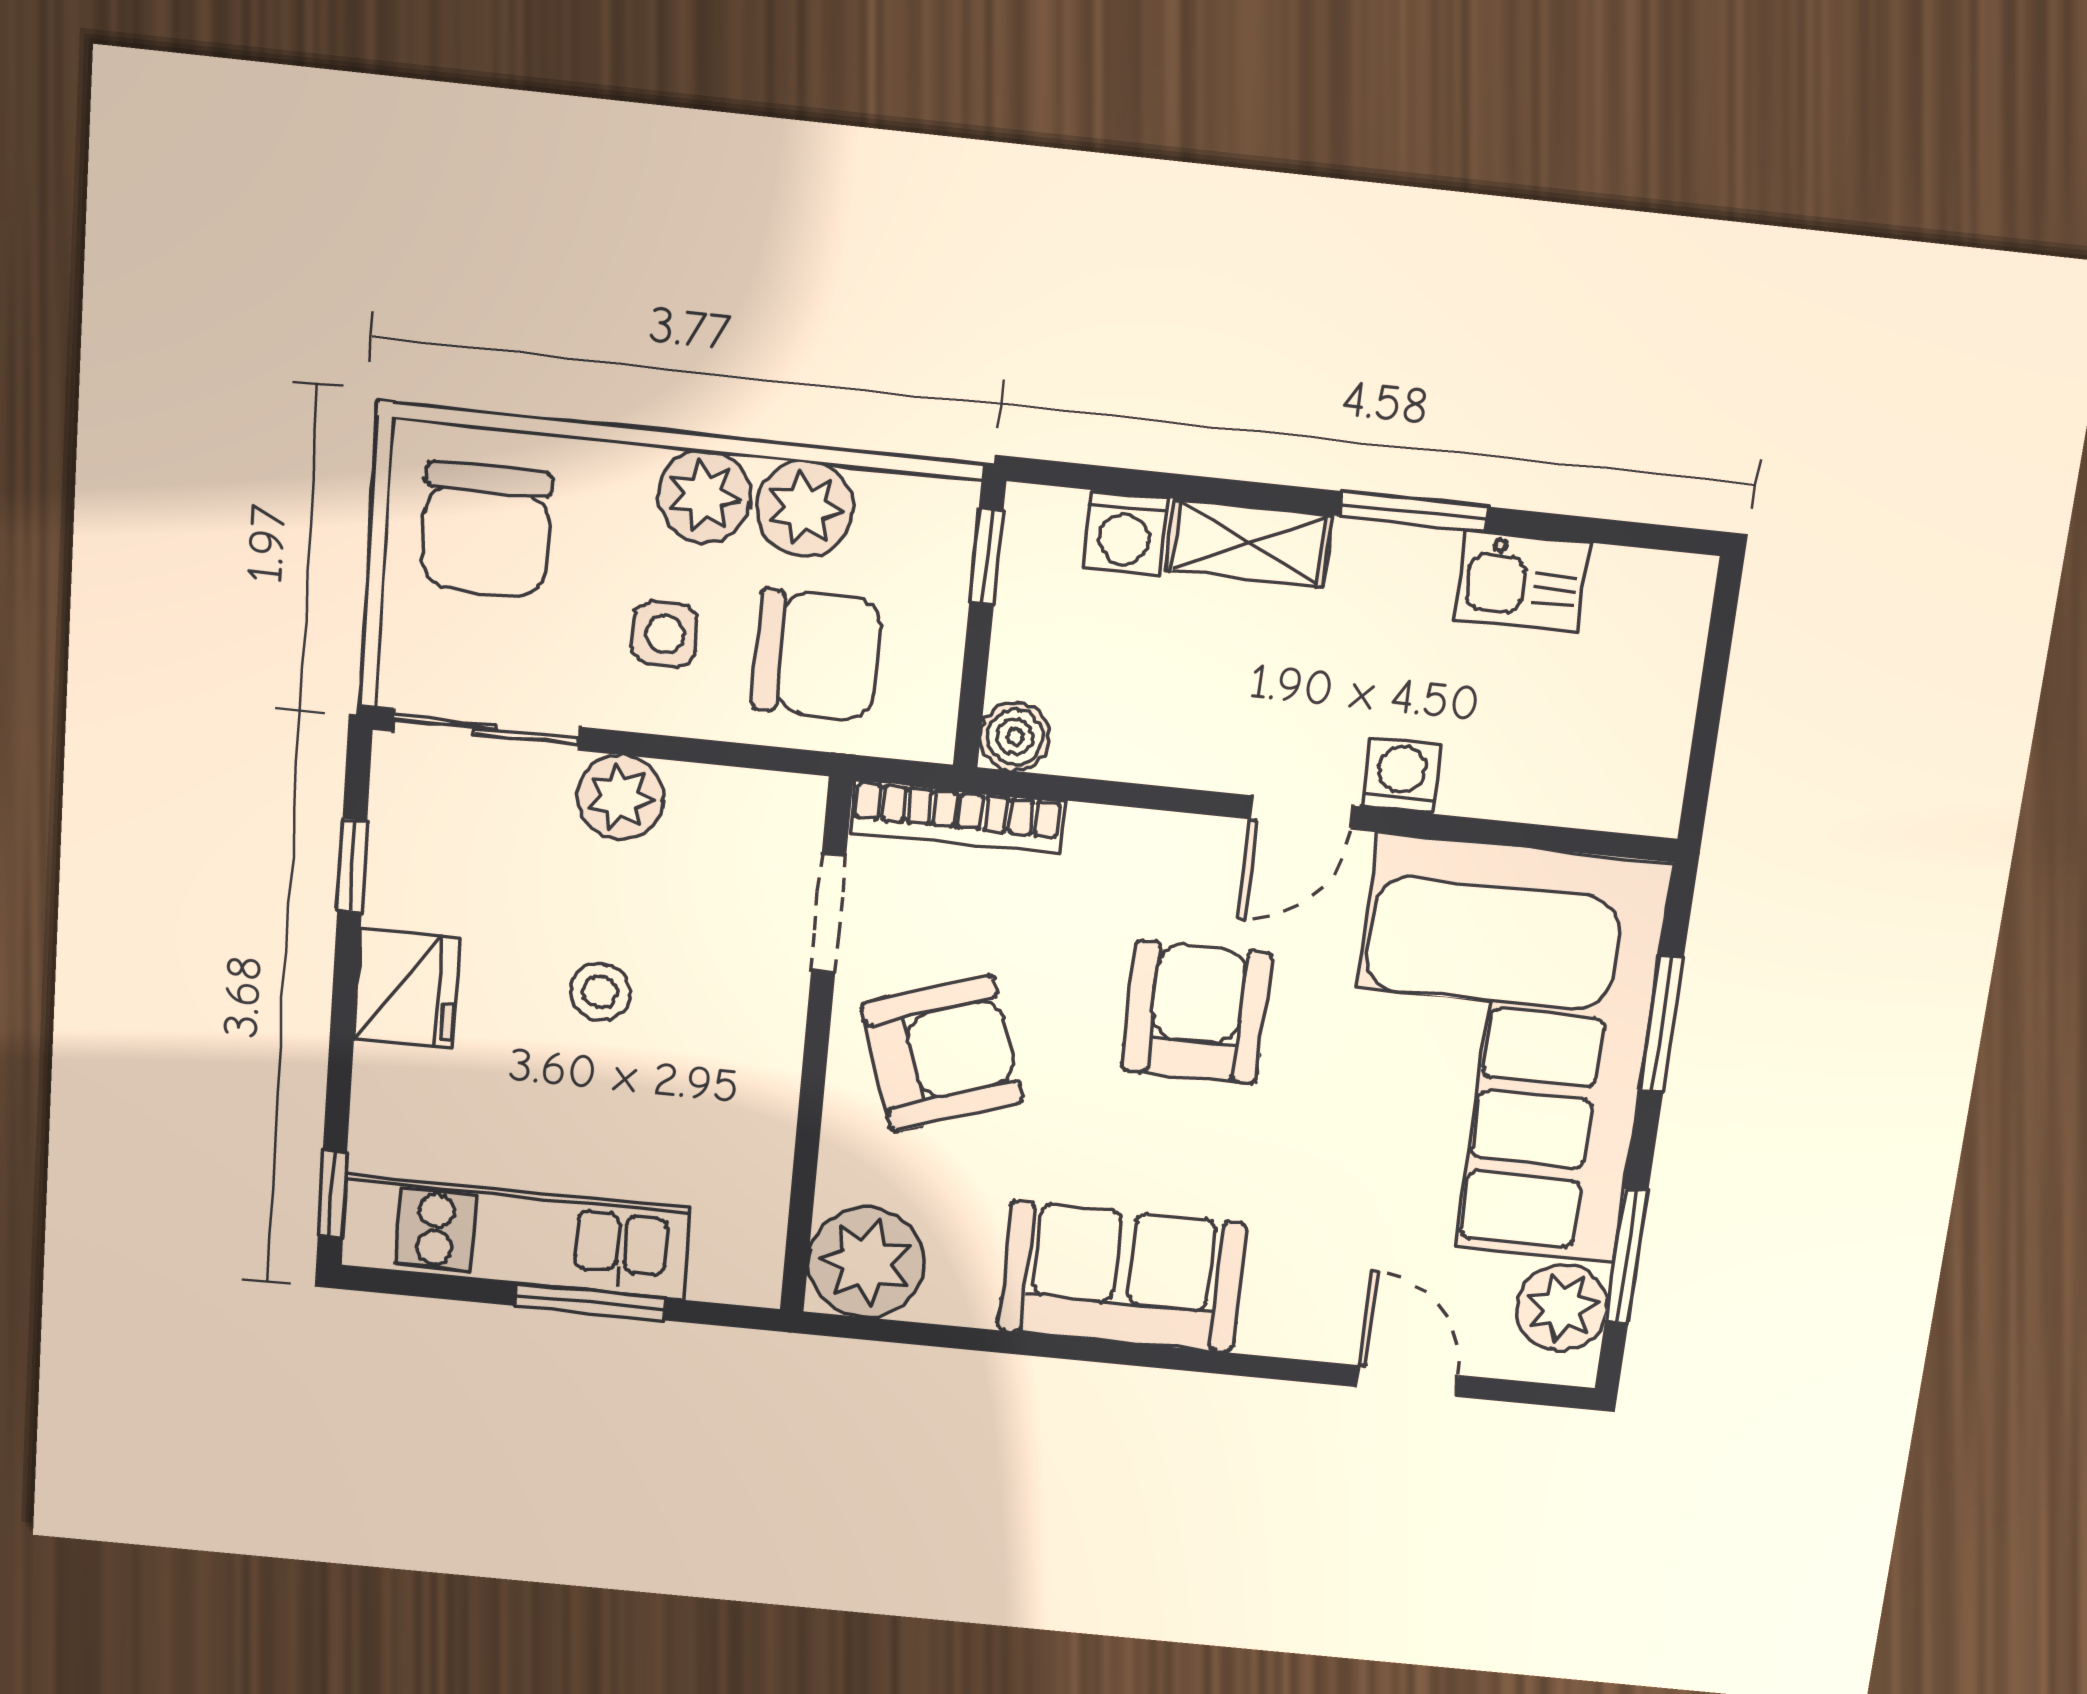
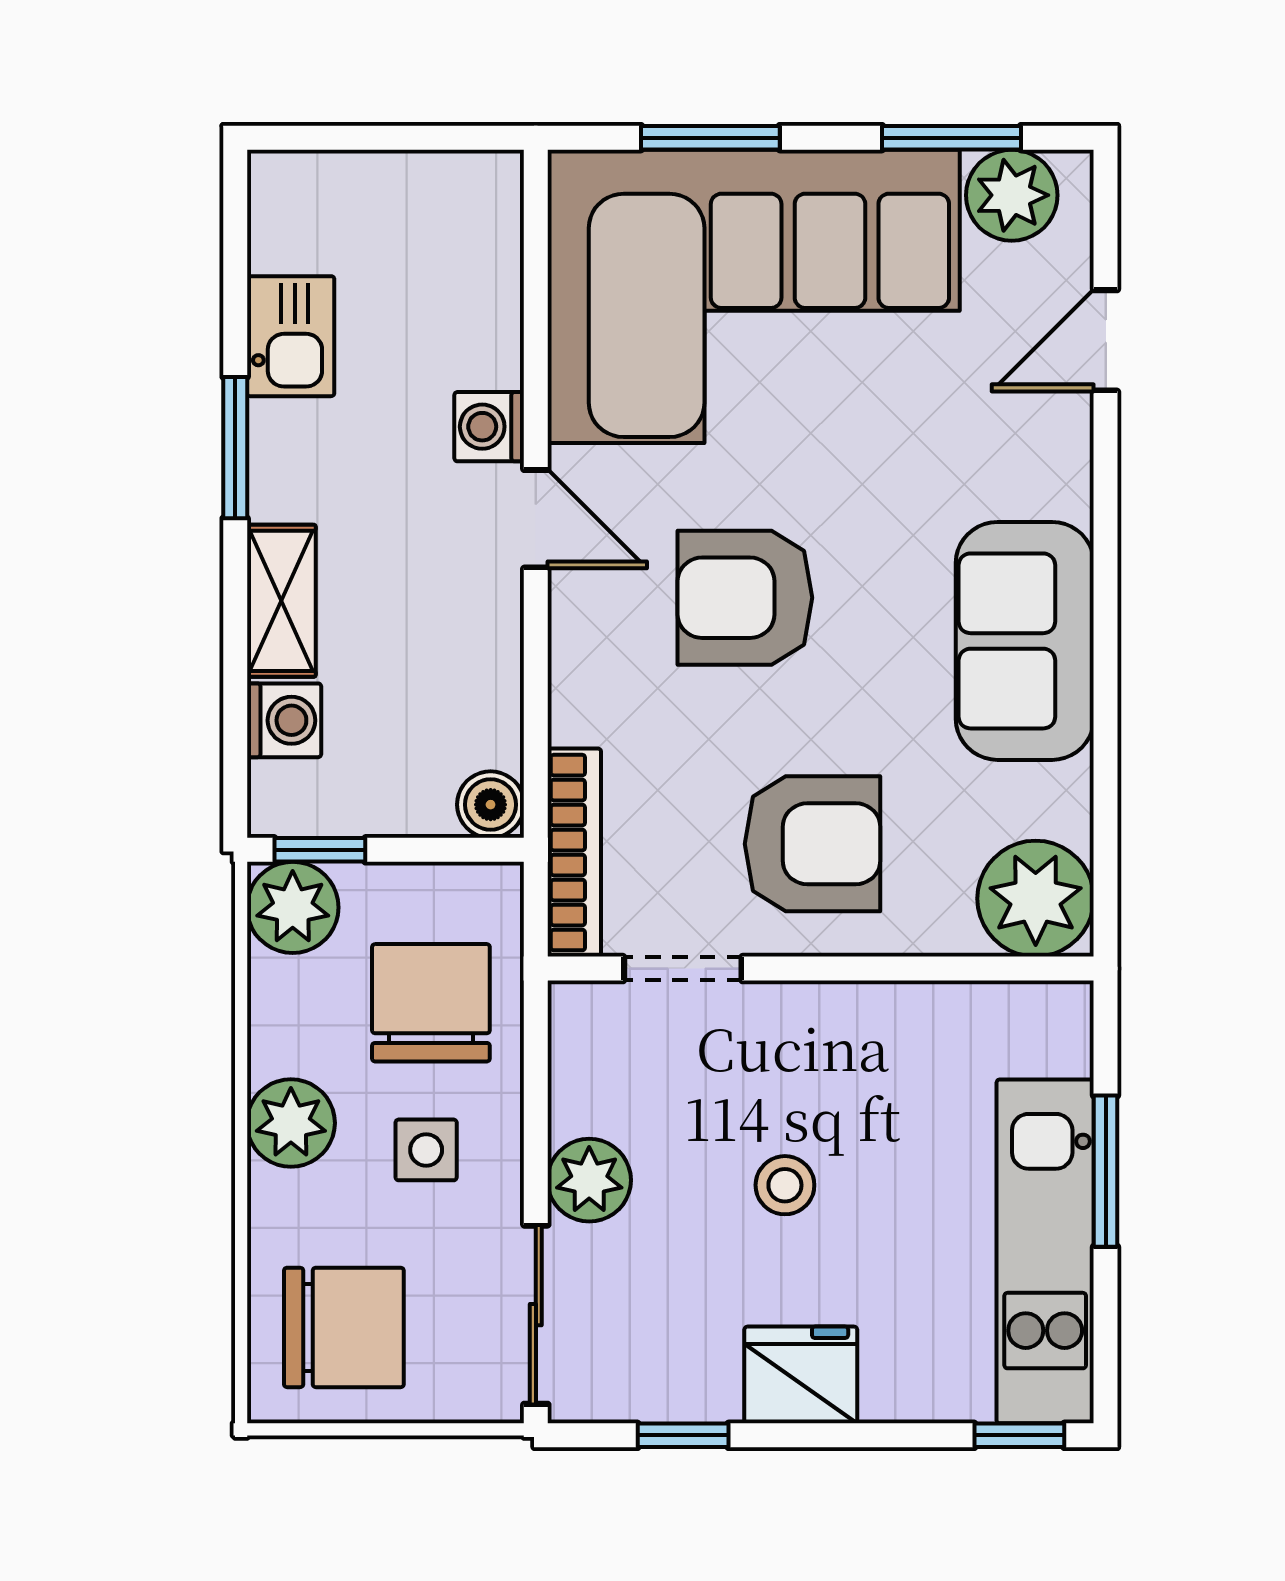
plant: (804, 509) -> (293, 907), moved
armchair: (942, 1053) -> (813, 844), turned 109

